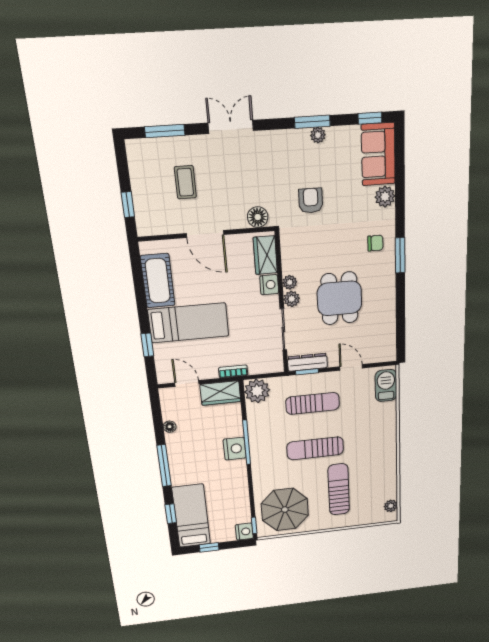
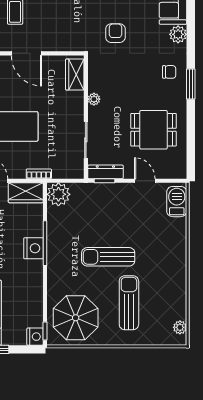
floor lamp: (258, 217) -> (71, 43), removed
nightstand: (269, 285) -> (76, 100), removed
dining table: (339, 298) -> (153, 130), moved, turned 90
plant: (292, 299) -> (95, 114), removed
sun lounger: (313, 403) -> (108, 212), removed

